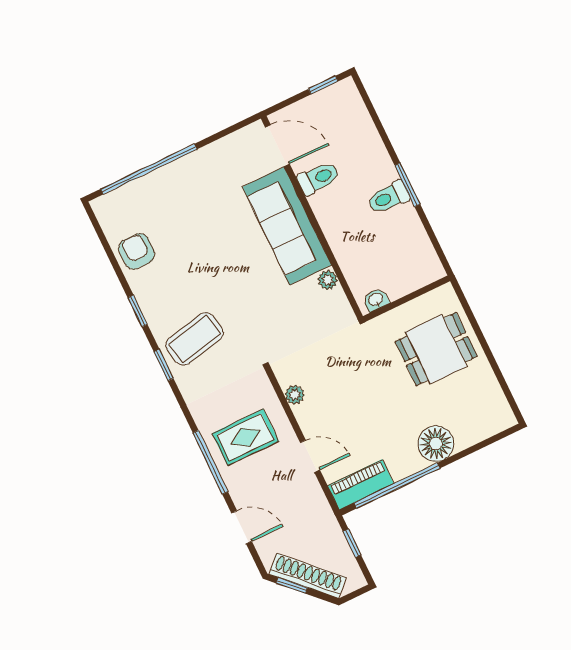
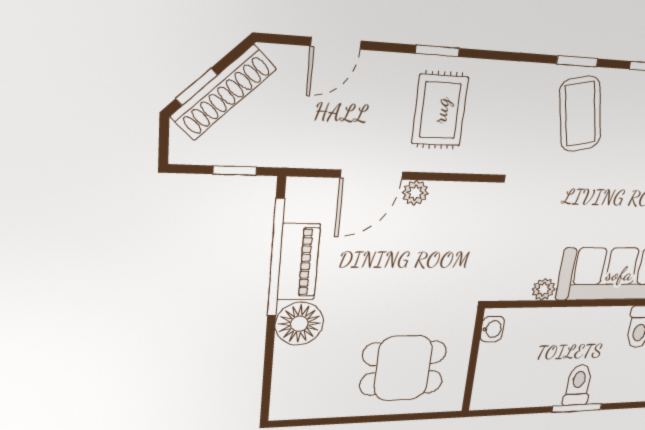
dining table: (436, 349) -> (403, 368), turned 90
plant: (295, 395) -> (415, 193), moved
door: (310, 456) -> (372, 175), width x1.38
window: (210, 462) -> (438, 51), width x0.46
piano: (361, 485) -> (299, 262), moved
window: (292, 586) -> (197, 87), moved

